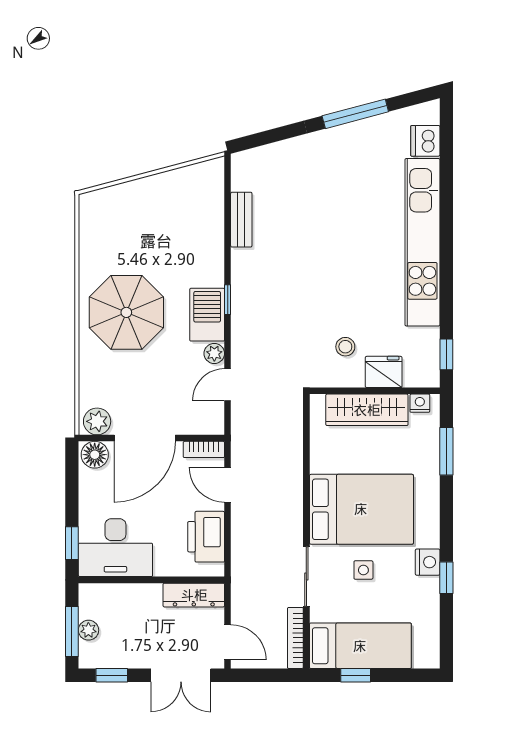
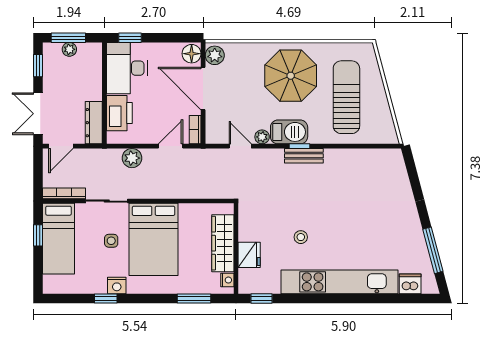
window: (355, 114) -> (433, 250), moved
bench: (241, 220) -> (304, 156), moved
sun lounger: (157, 232) -> (346, 97), added
stool: (345, 347) -> (301, 237), moved
printer: (206, 537) -> (119, 113), moved, turned 90
plant: (245, 540) -> (132, 158), added

